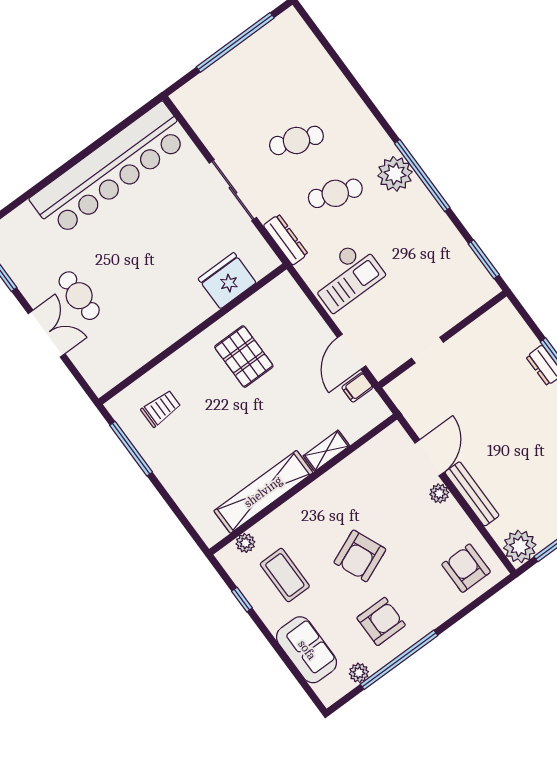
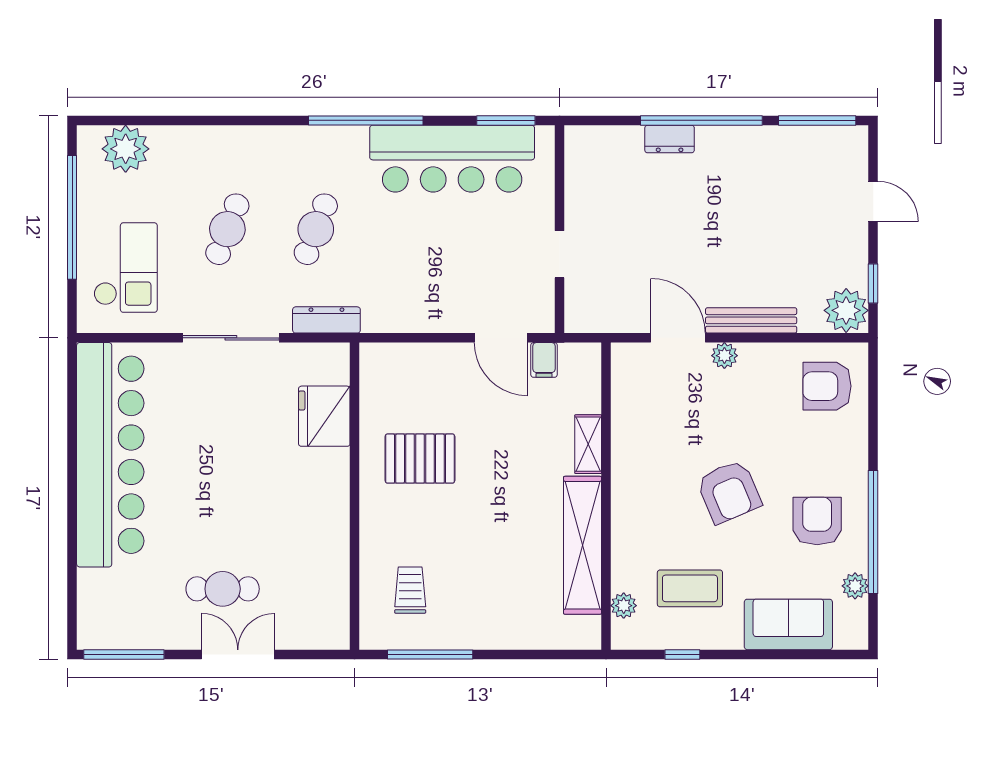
plant: (395, 174) -> (126, 149), moved
bar counter: (437, 244) -> (452, 159), added
checkout: (346, 276) -> (126, 268), moved

